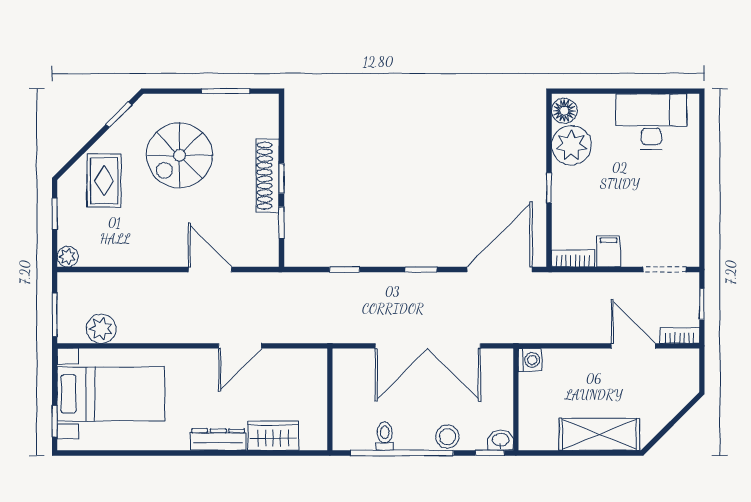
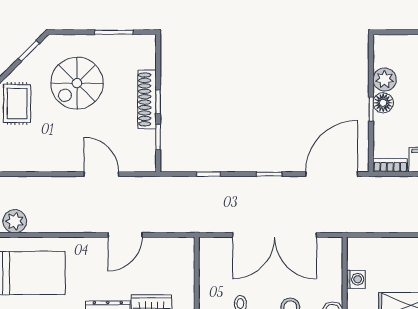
floor lamp: (564, 111) -> (383, 103), moved
plant: (571, 145) -> (385, 80), width x0.73, depth x0.73
washing machine: (530, 360) -> (356, 279), moved

